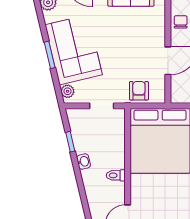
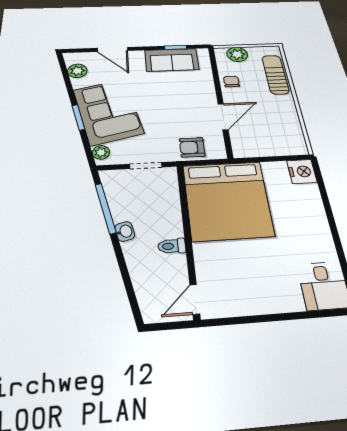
armchair: (139, 91) -> (192, 147), turned -90
window: (70, 142) -> (105, 208), width x2.17

